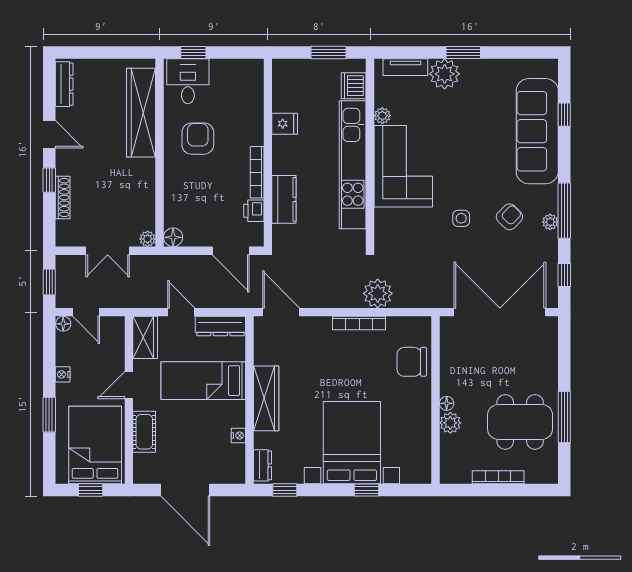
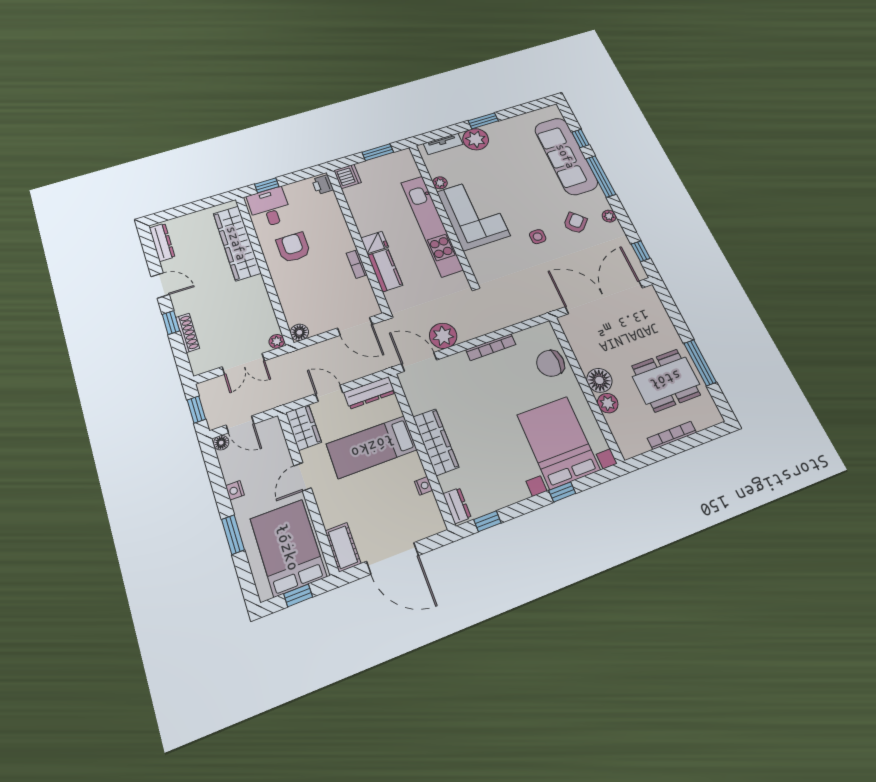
dishwasher: (354, 86) -> (347, 176), moved, turned 180
fridge: (285, 124) -> (375, 242), moved
bookcase: (257, 172) -> (357, 264), width x0.64
printer: (254, 211) -> (323, 185), moved
window: (564, 211) -> (601, 176), moved
plant: (378, 293) -> (443, 336), moved
floor lamp: (447, 403) -> (599, 380), width x1.89, depth x1.89
cot: (144, 432) -> (343, 547), moved
bed with nightstands: (352, 443) -> (558, 442), moved

